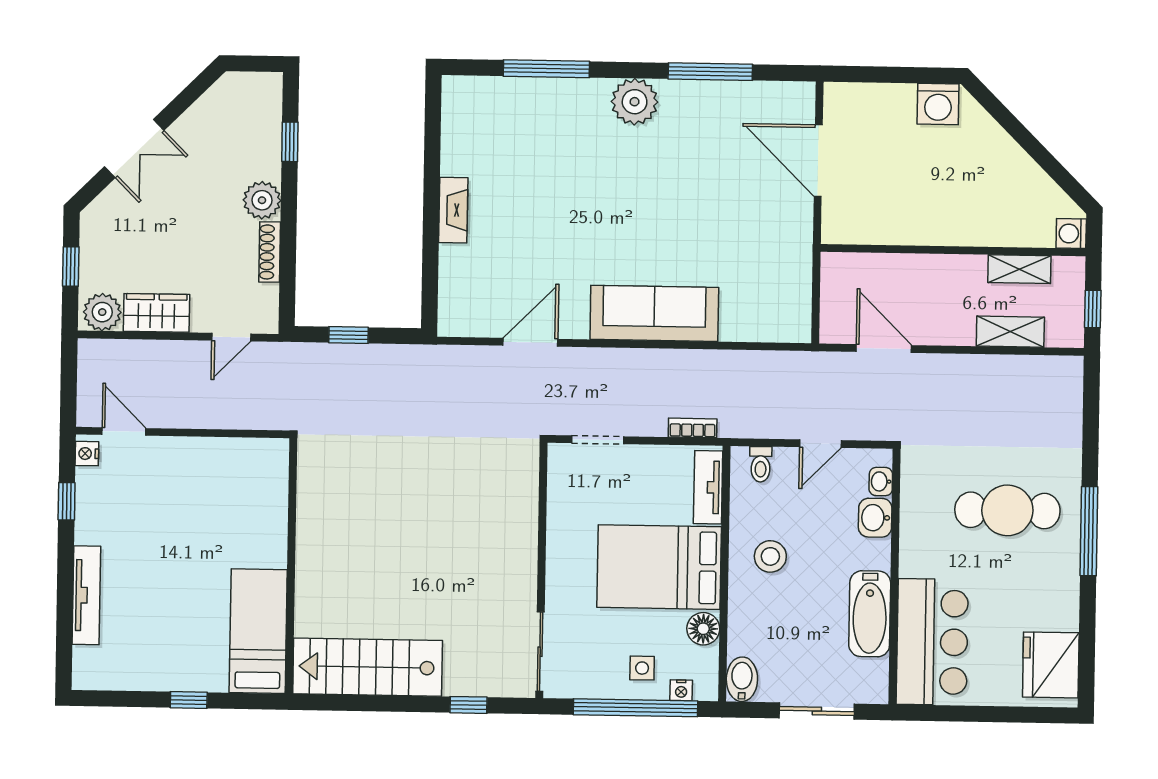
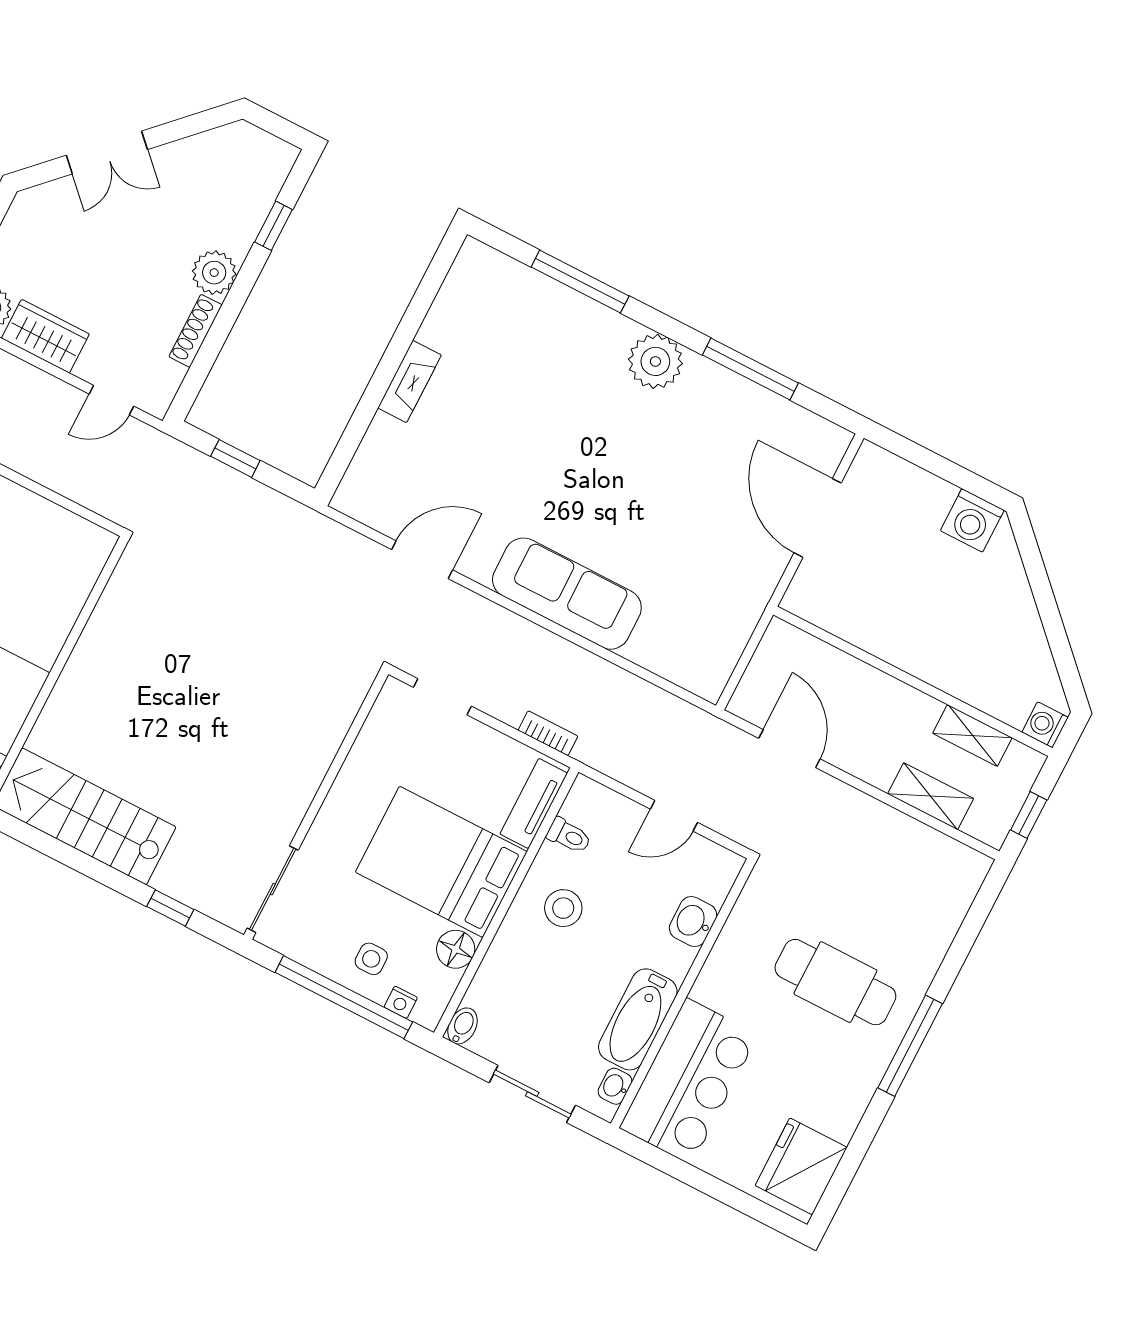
toilet: (761, 464) -> (569, 836), moved, turned -90
washbasin: (881, 482) -> (615, 1086), moved
bidet: (742, 679) -> (462, 1026), width x0.72, depth x0.74

